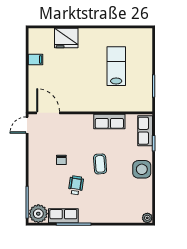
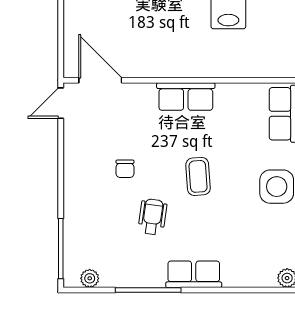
row of seats: (109, 122) -> (186, 97), moved
plant: (38, 214) -> (90, 278), width x0.53, depth x0.53
row of seats: (63, 216) -> (194, 274), moved

